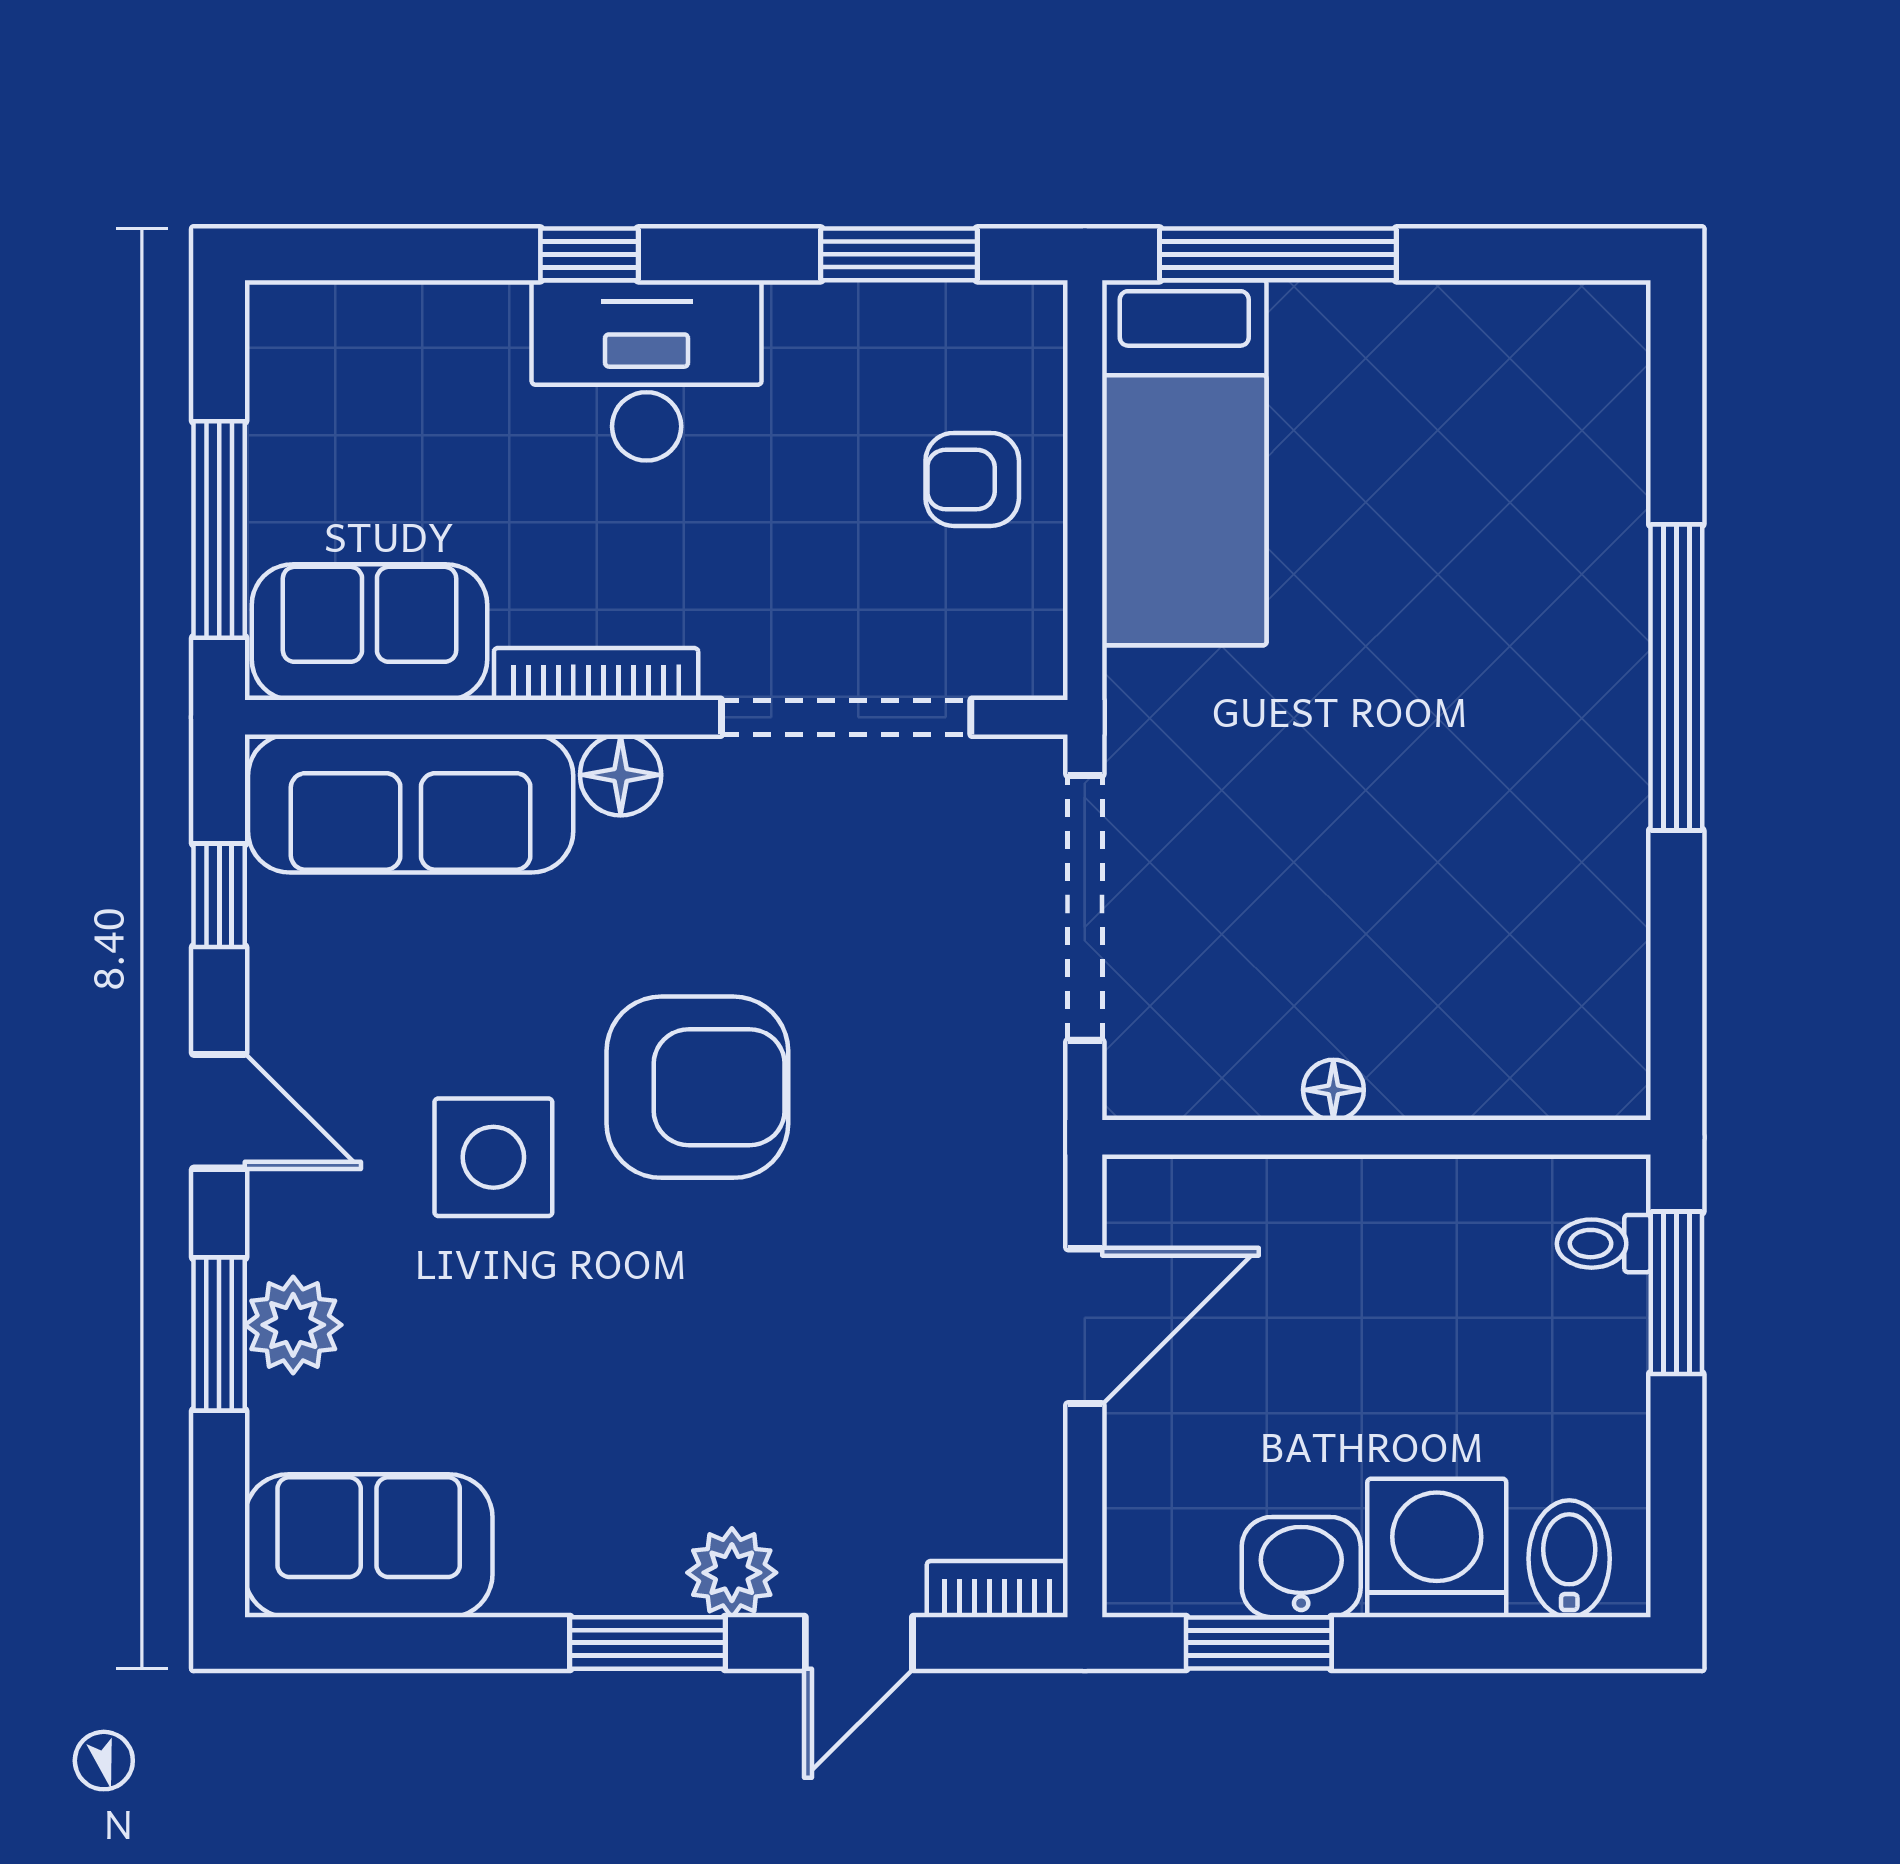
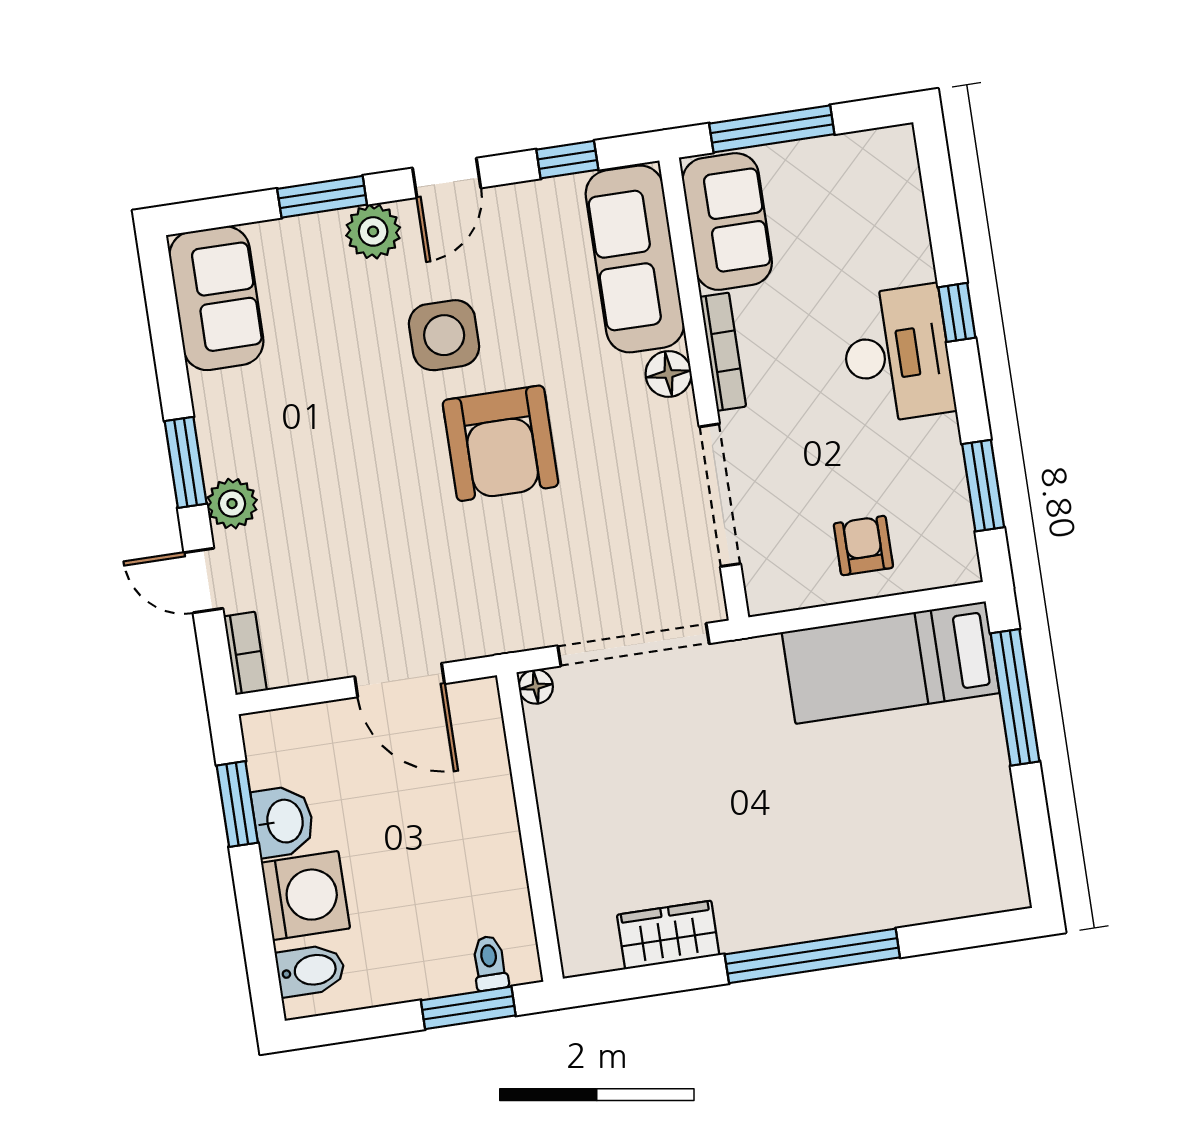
wardrobe: (1602, 924) -> (668, 935), added
floor lamp: (1333, 1090) -> (536, 687), moved
plant: (293, 1325) -> (373, 231), moved

